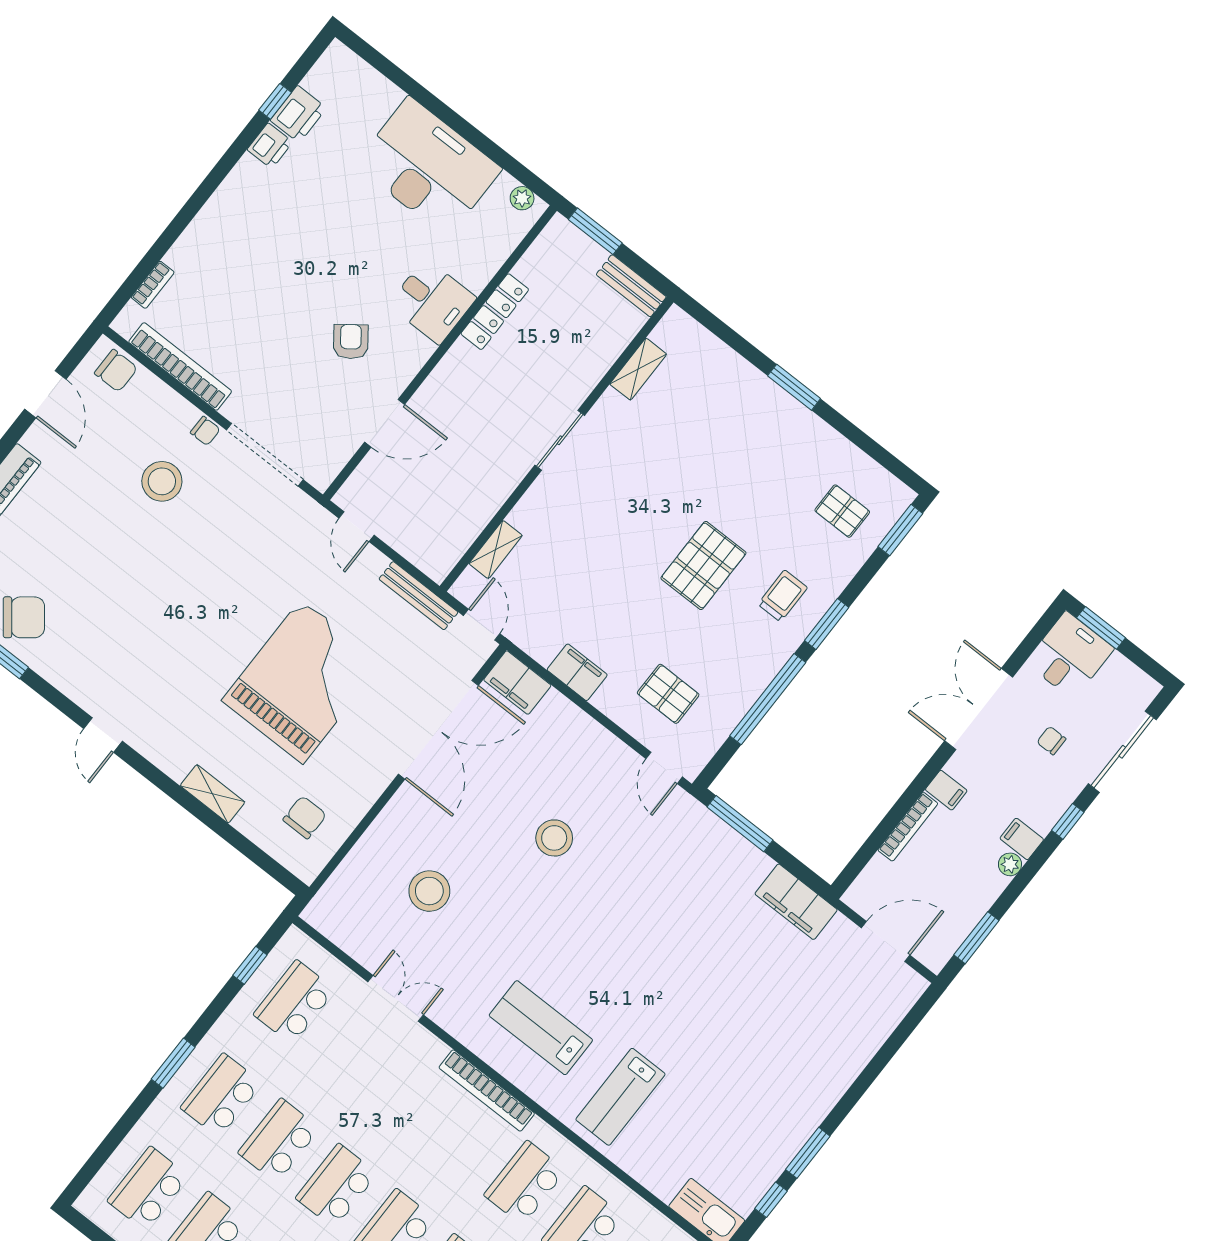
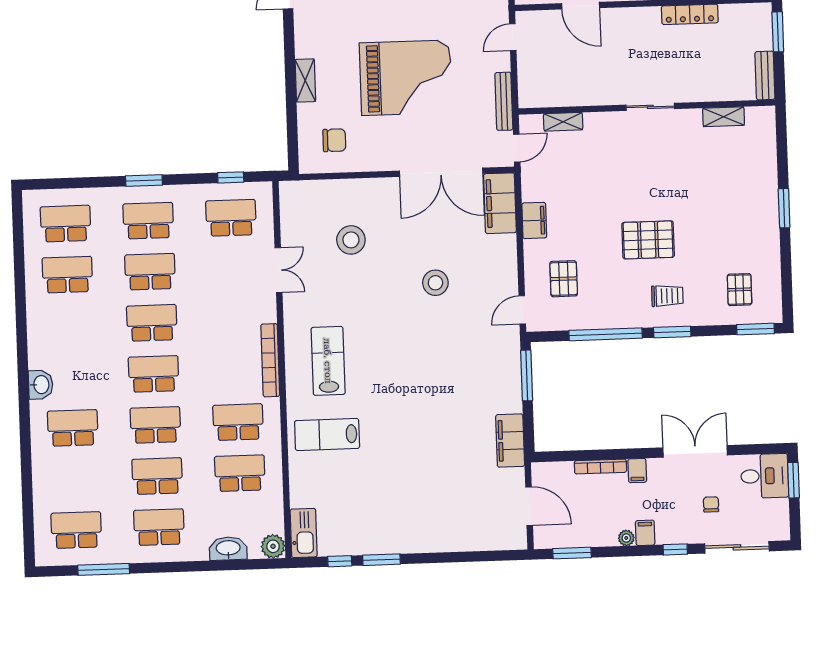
filing cabinet: (517, 683) -> (500, 203), width x1.50, depth x1.17

